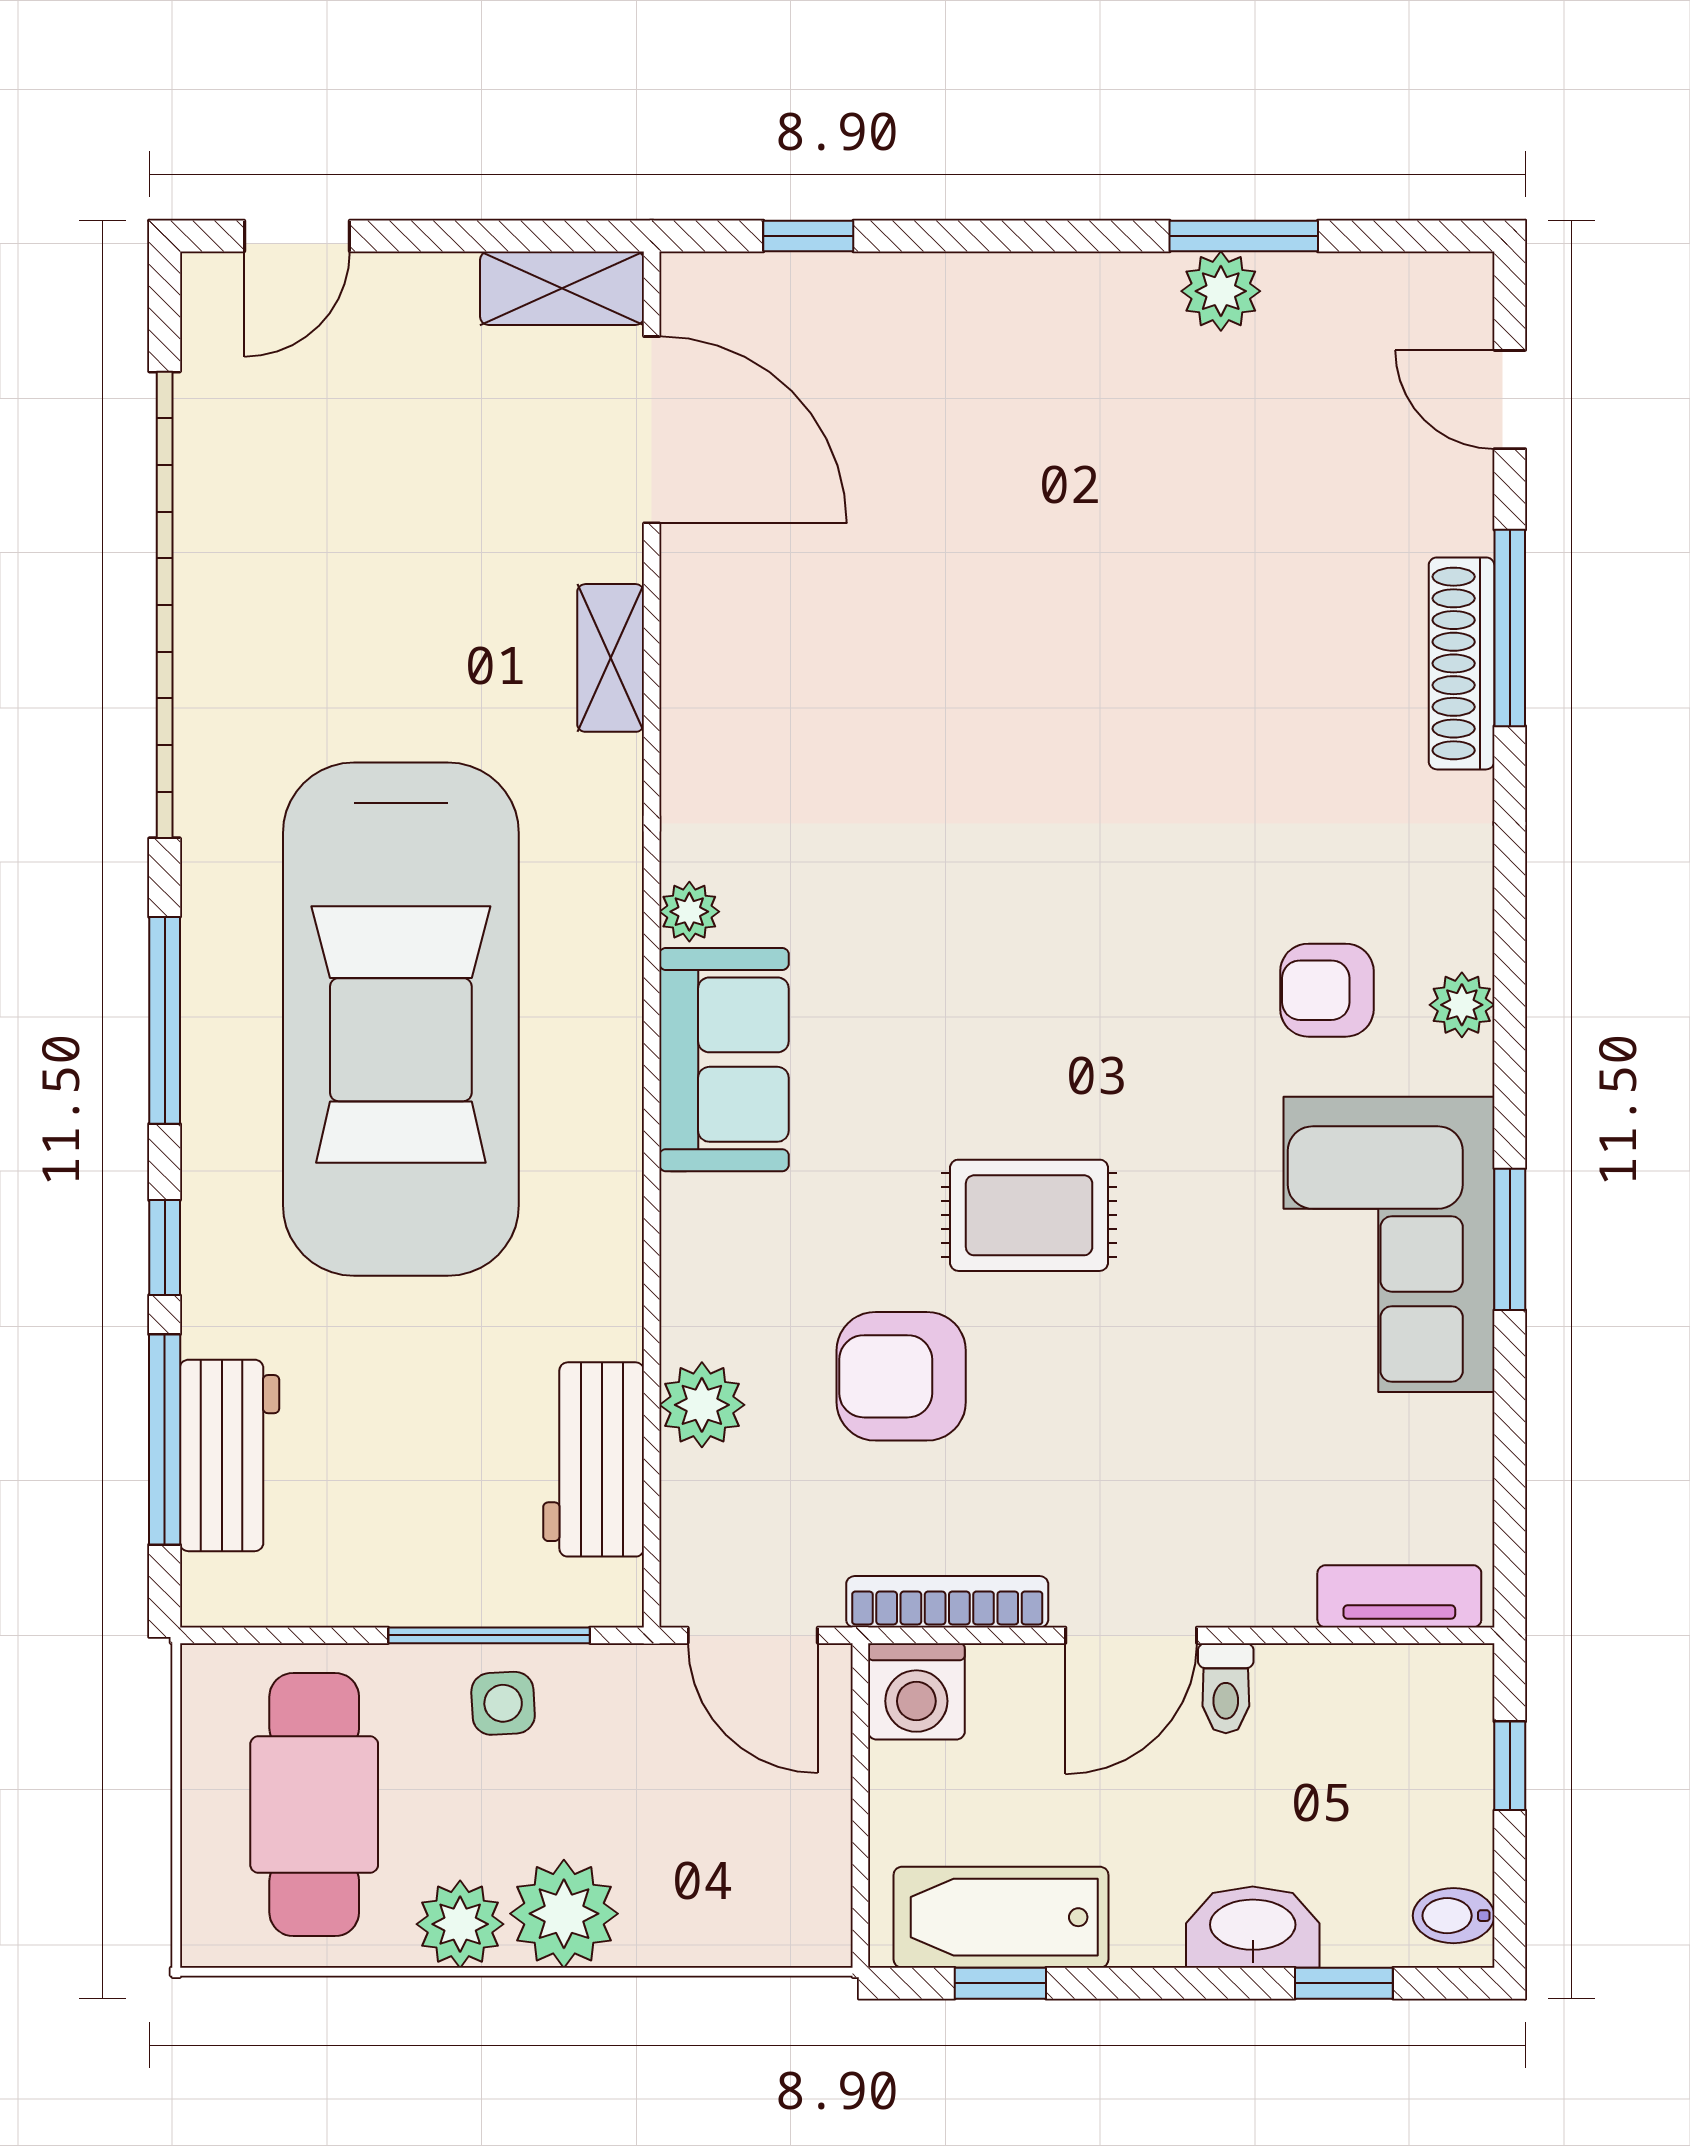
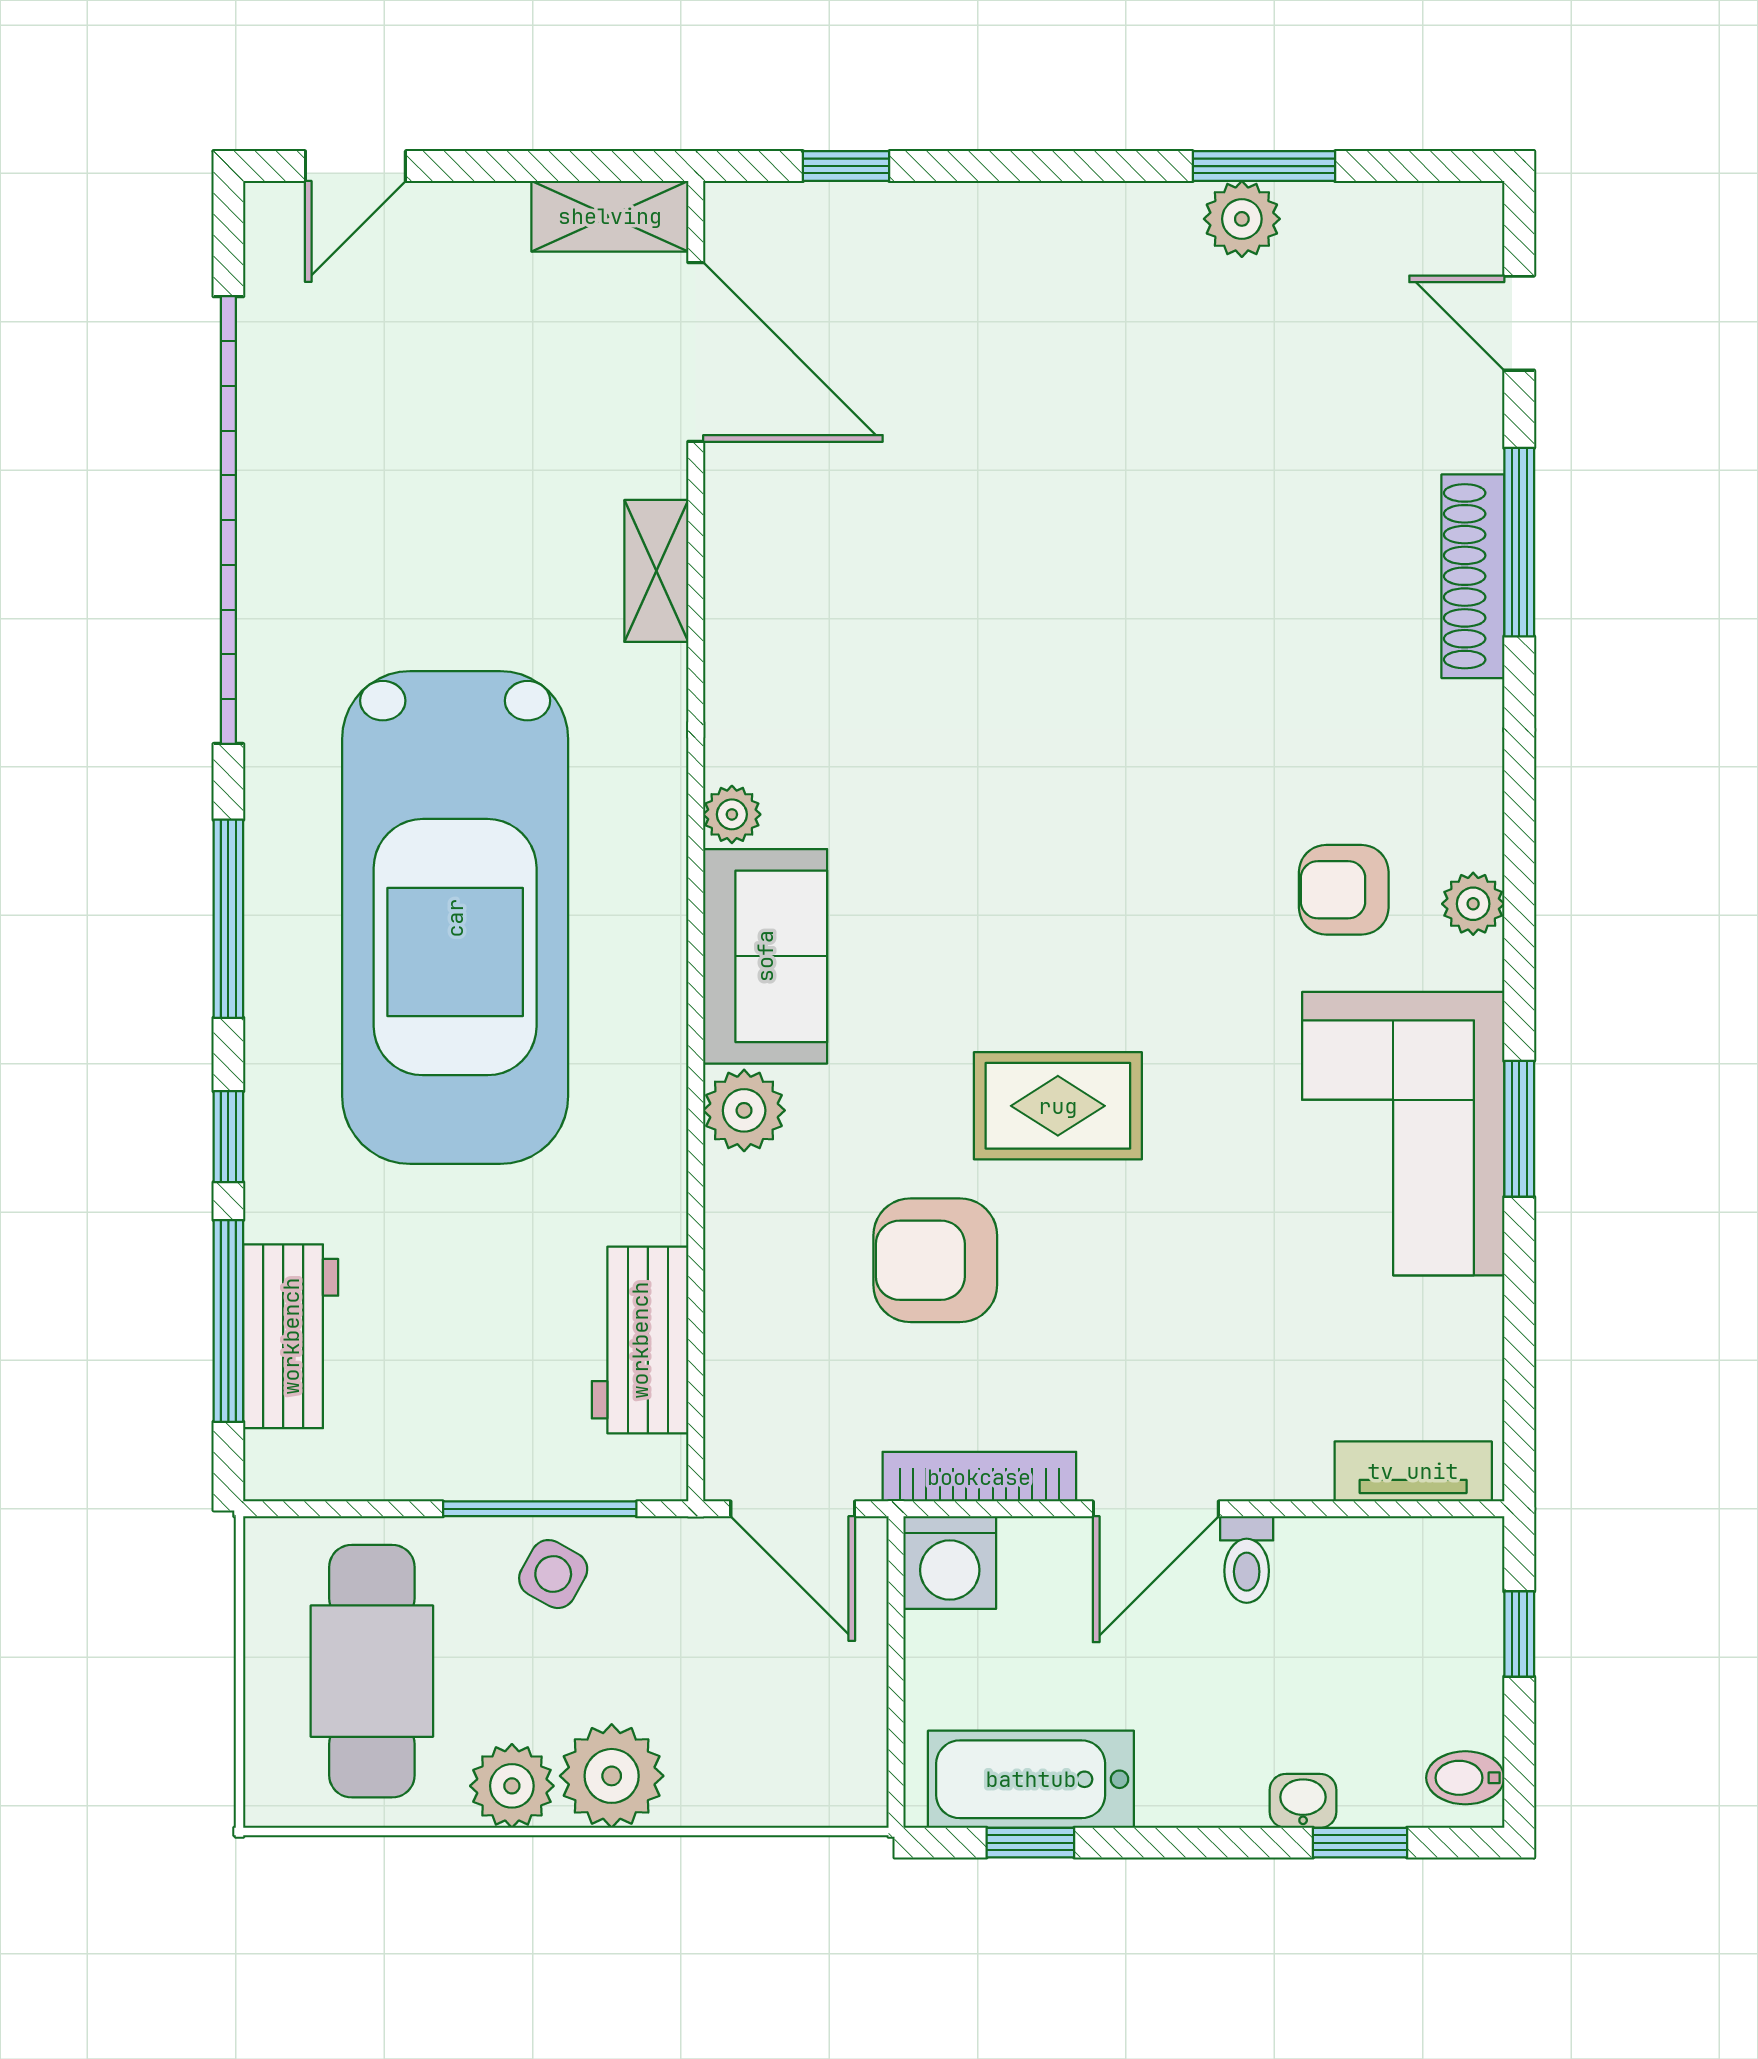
plant: (702, 1405) -> (744, 1110), moved
side table: (503, 1703) -> (553, 1574), turned 32
washbasin: (1253, 1927) -> (1303, 1801), width x0.52, depth x0.69

